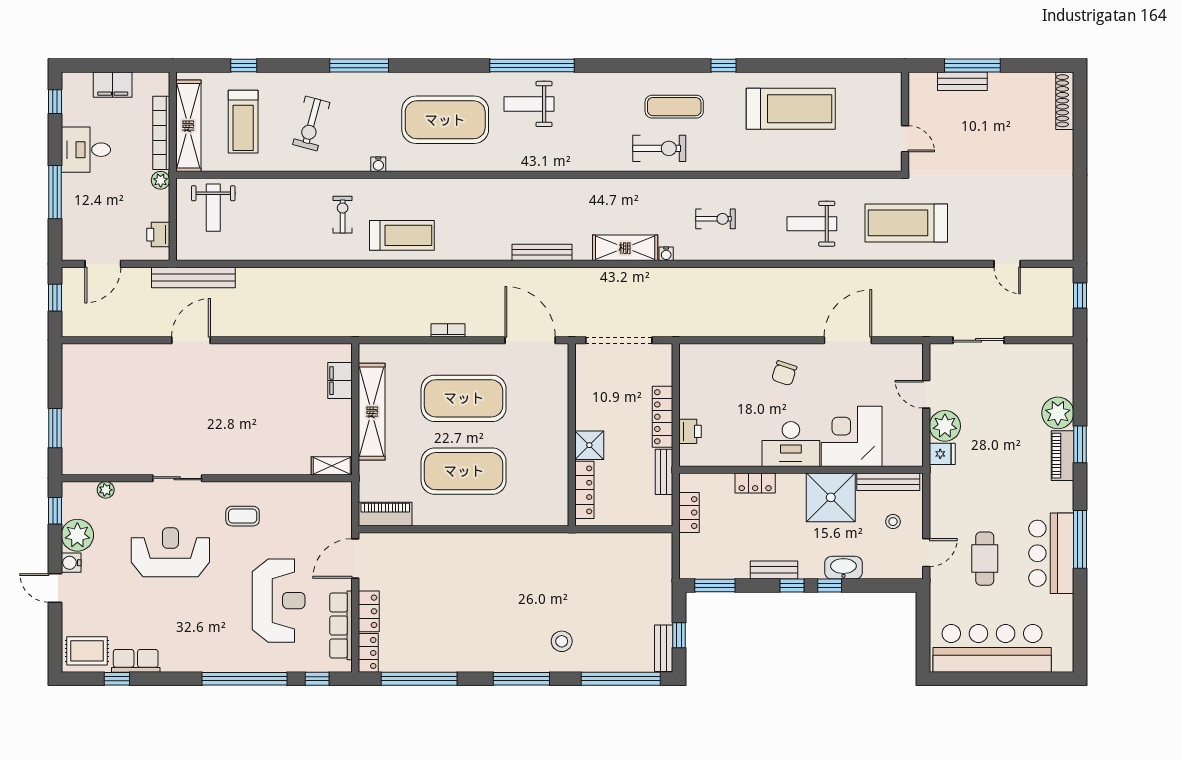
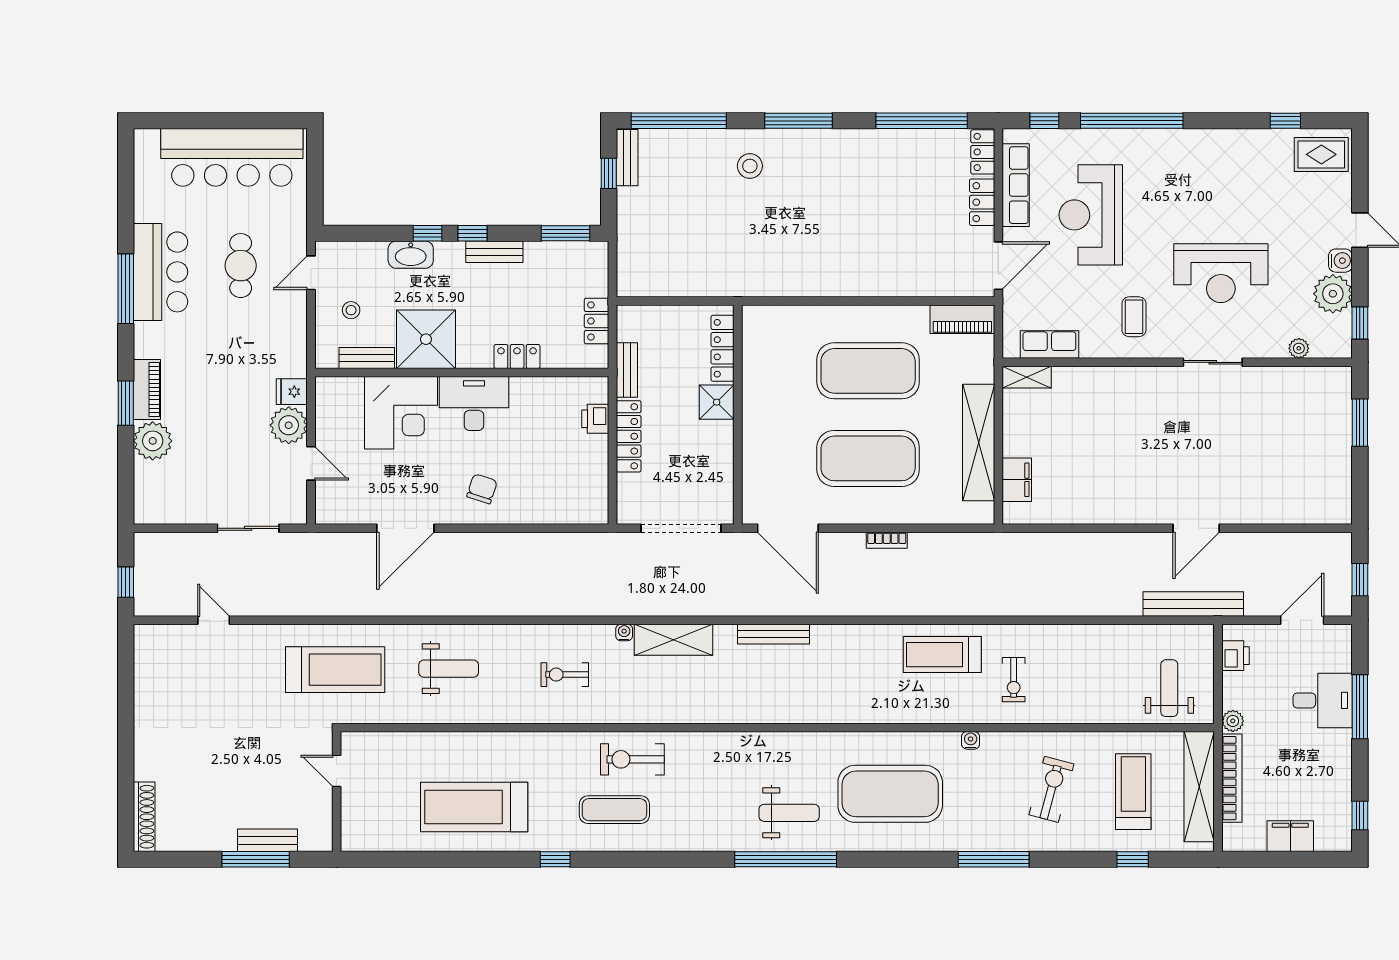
desk: (86, 150) -> (1323, 700), moved
bench: (888, 482) -> (367, 358), width x0.73
coffee table: (243, 516) -> (1134, 317), turned 90
row of seats: (136, 661) -> (1049, 345), moved, turned 180

